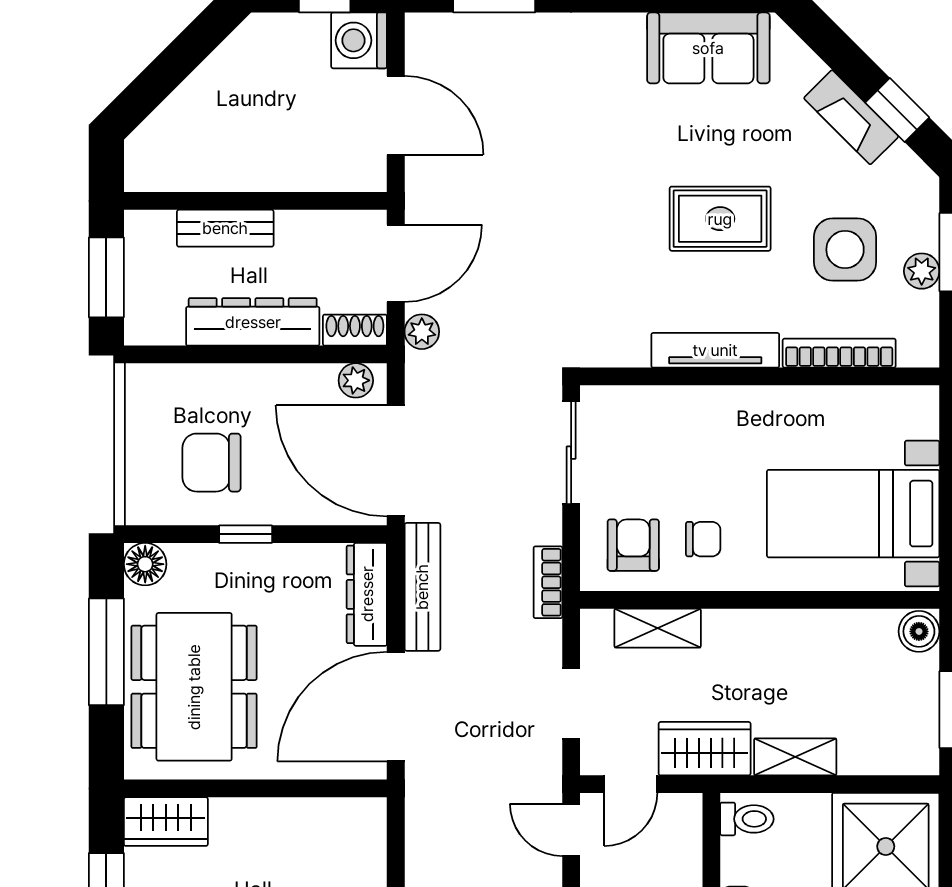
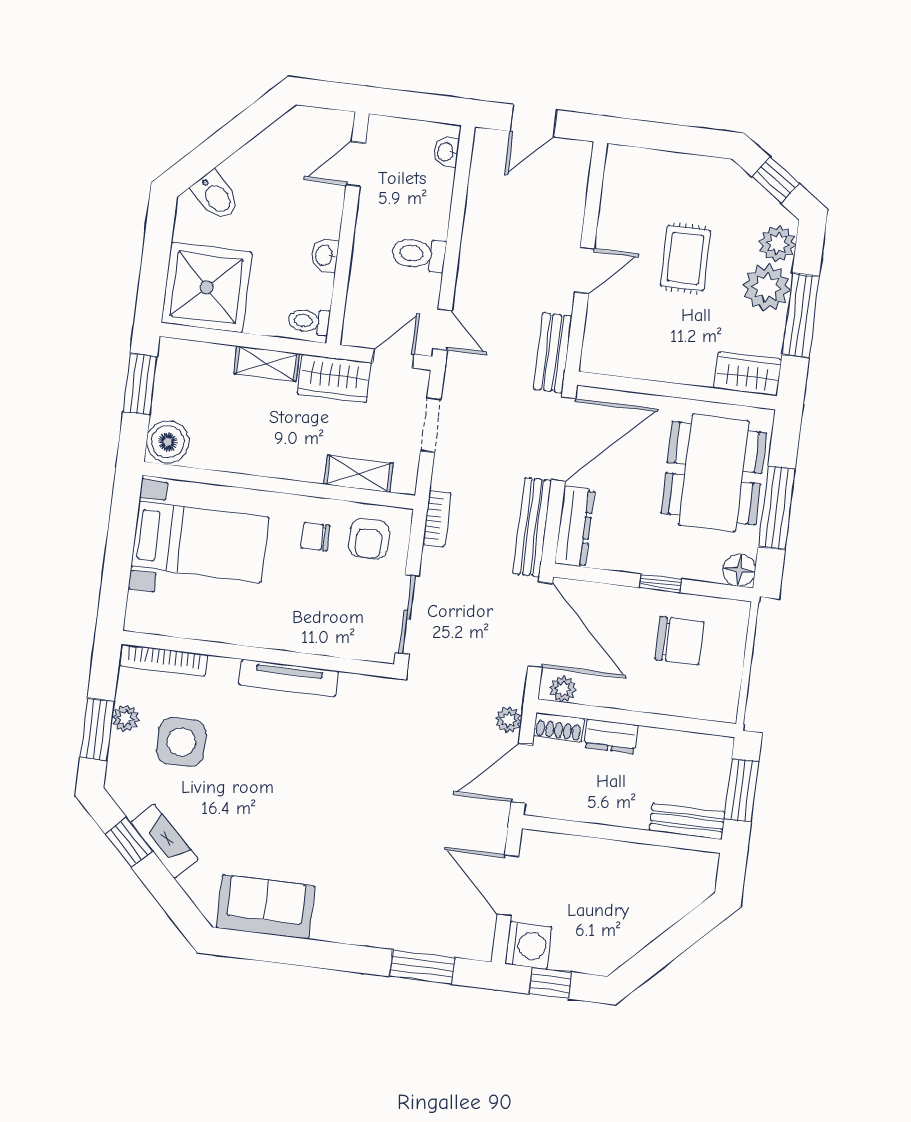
rug: (720, 219) -> (273, 777), removed
bench: (225, 228) -> (687, 821), moved
dresser: (253, 322) -> (611, 736), width x0.51, depth x0.80
bookcase: (839, 353) -> (164, 660), moved
boiler: (919, 631) -> (168, 442), width x1.36, depth x1.36
bench: (424, 818) -> (553, 353), added

